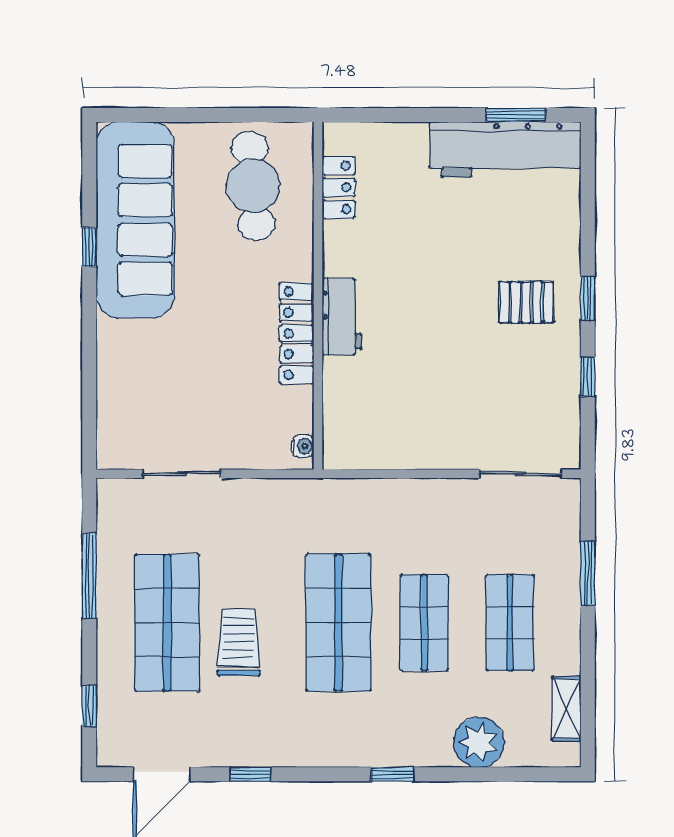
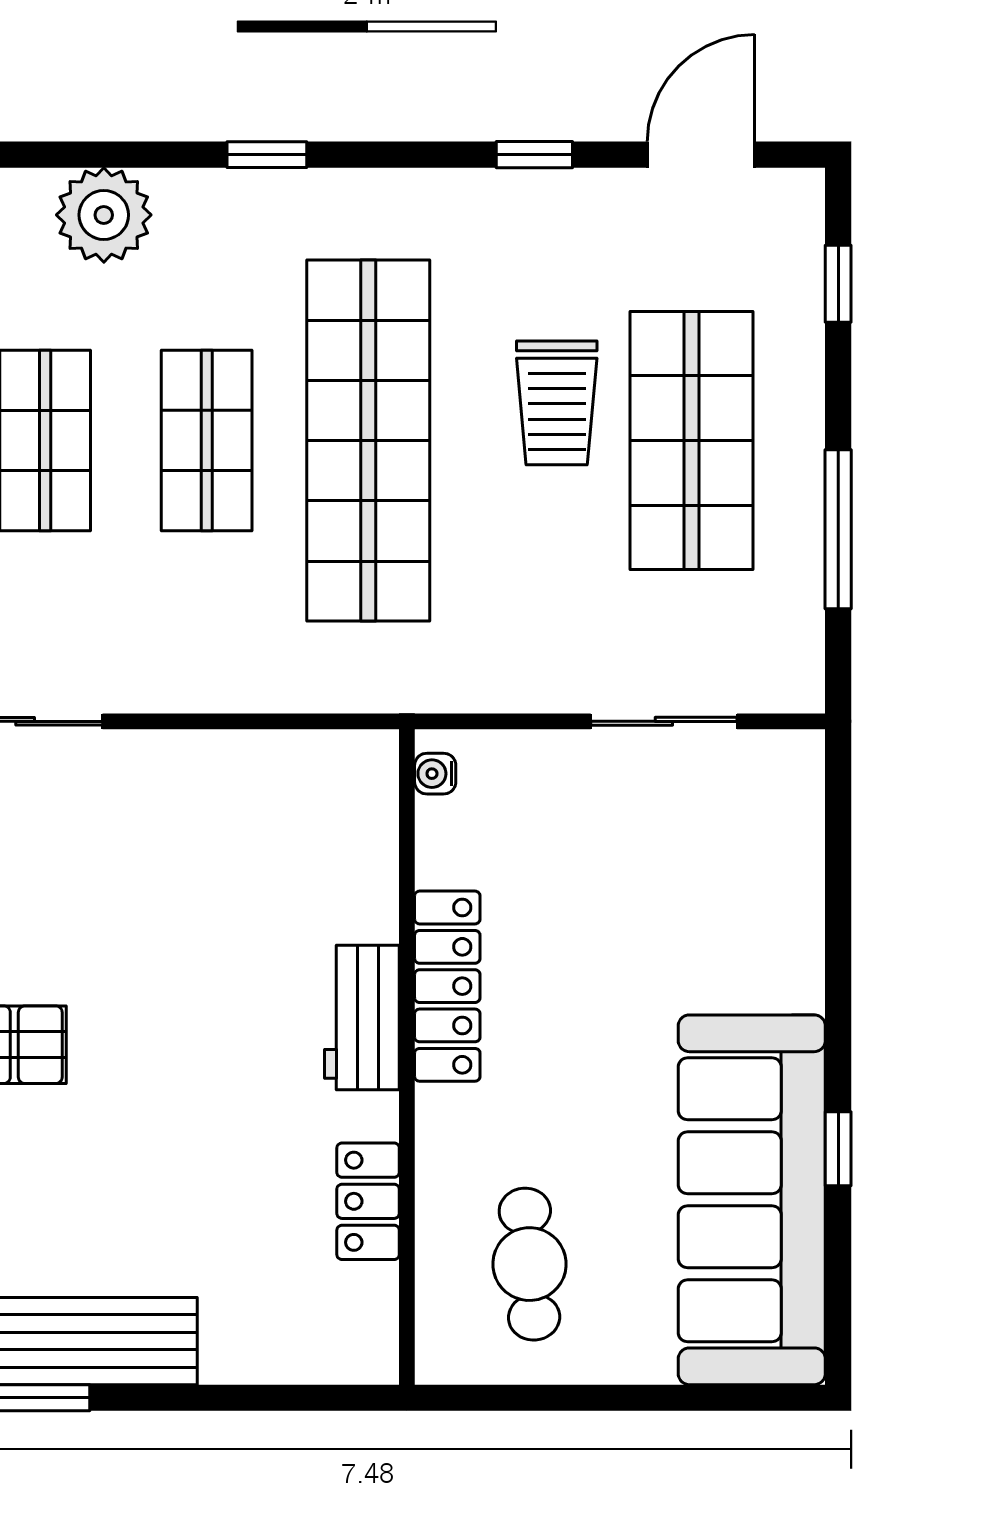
cafe table: (253, 186) -> (529, 1264), width x0.73, depth x0.74
locker: (339, 188) -> (368, 1201), moved
shop shelf: (338, 623) -> (368, 441), width x1.40

